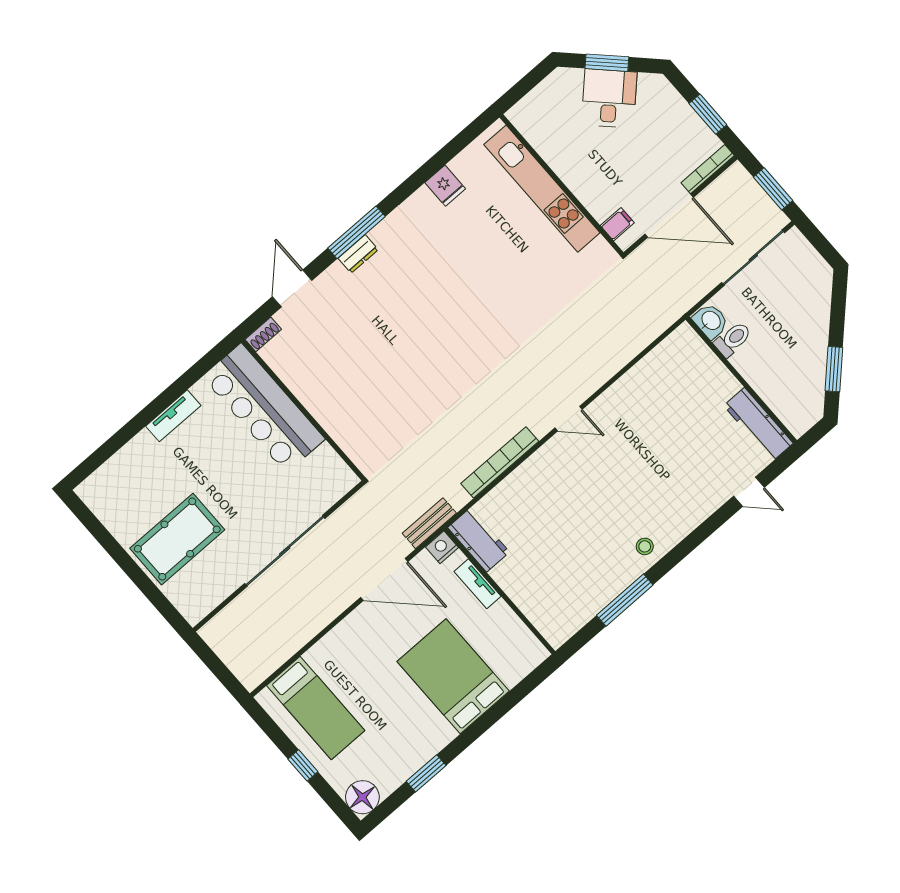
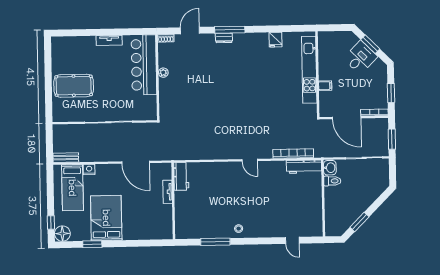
filing cabinet: (617, 224) -> (325, 86), moved
plant: (306, 394) -> (163, 73), added
workbench: (758, 425) -> (304, 167), moved, turned -90
bookcase: (500, 462) -> (293, 153), moved
bench: (429, 523) -> (66, 158), moved
nightstand: (442, 547) -> (89, 170), moved
bed: (453, 676) -> (106, 218), moved
window: (303, 765) -> (51, 222), moved

